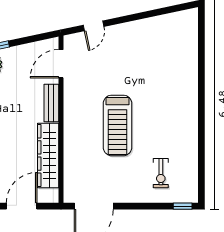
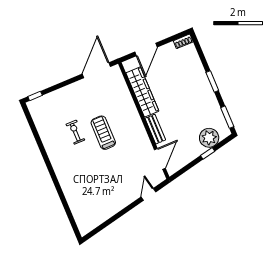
treadmill: (117, 125) -> (103, 133), width x0.73, depth x0.73
exercise bike: (161, 173) -> (75, 132), moved

